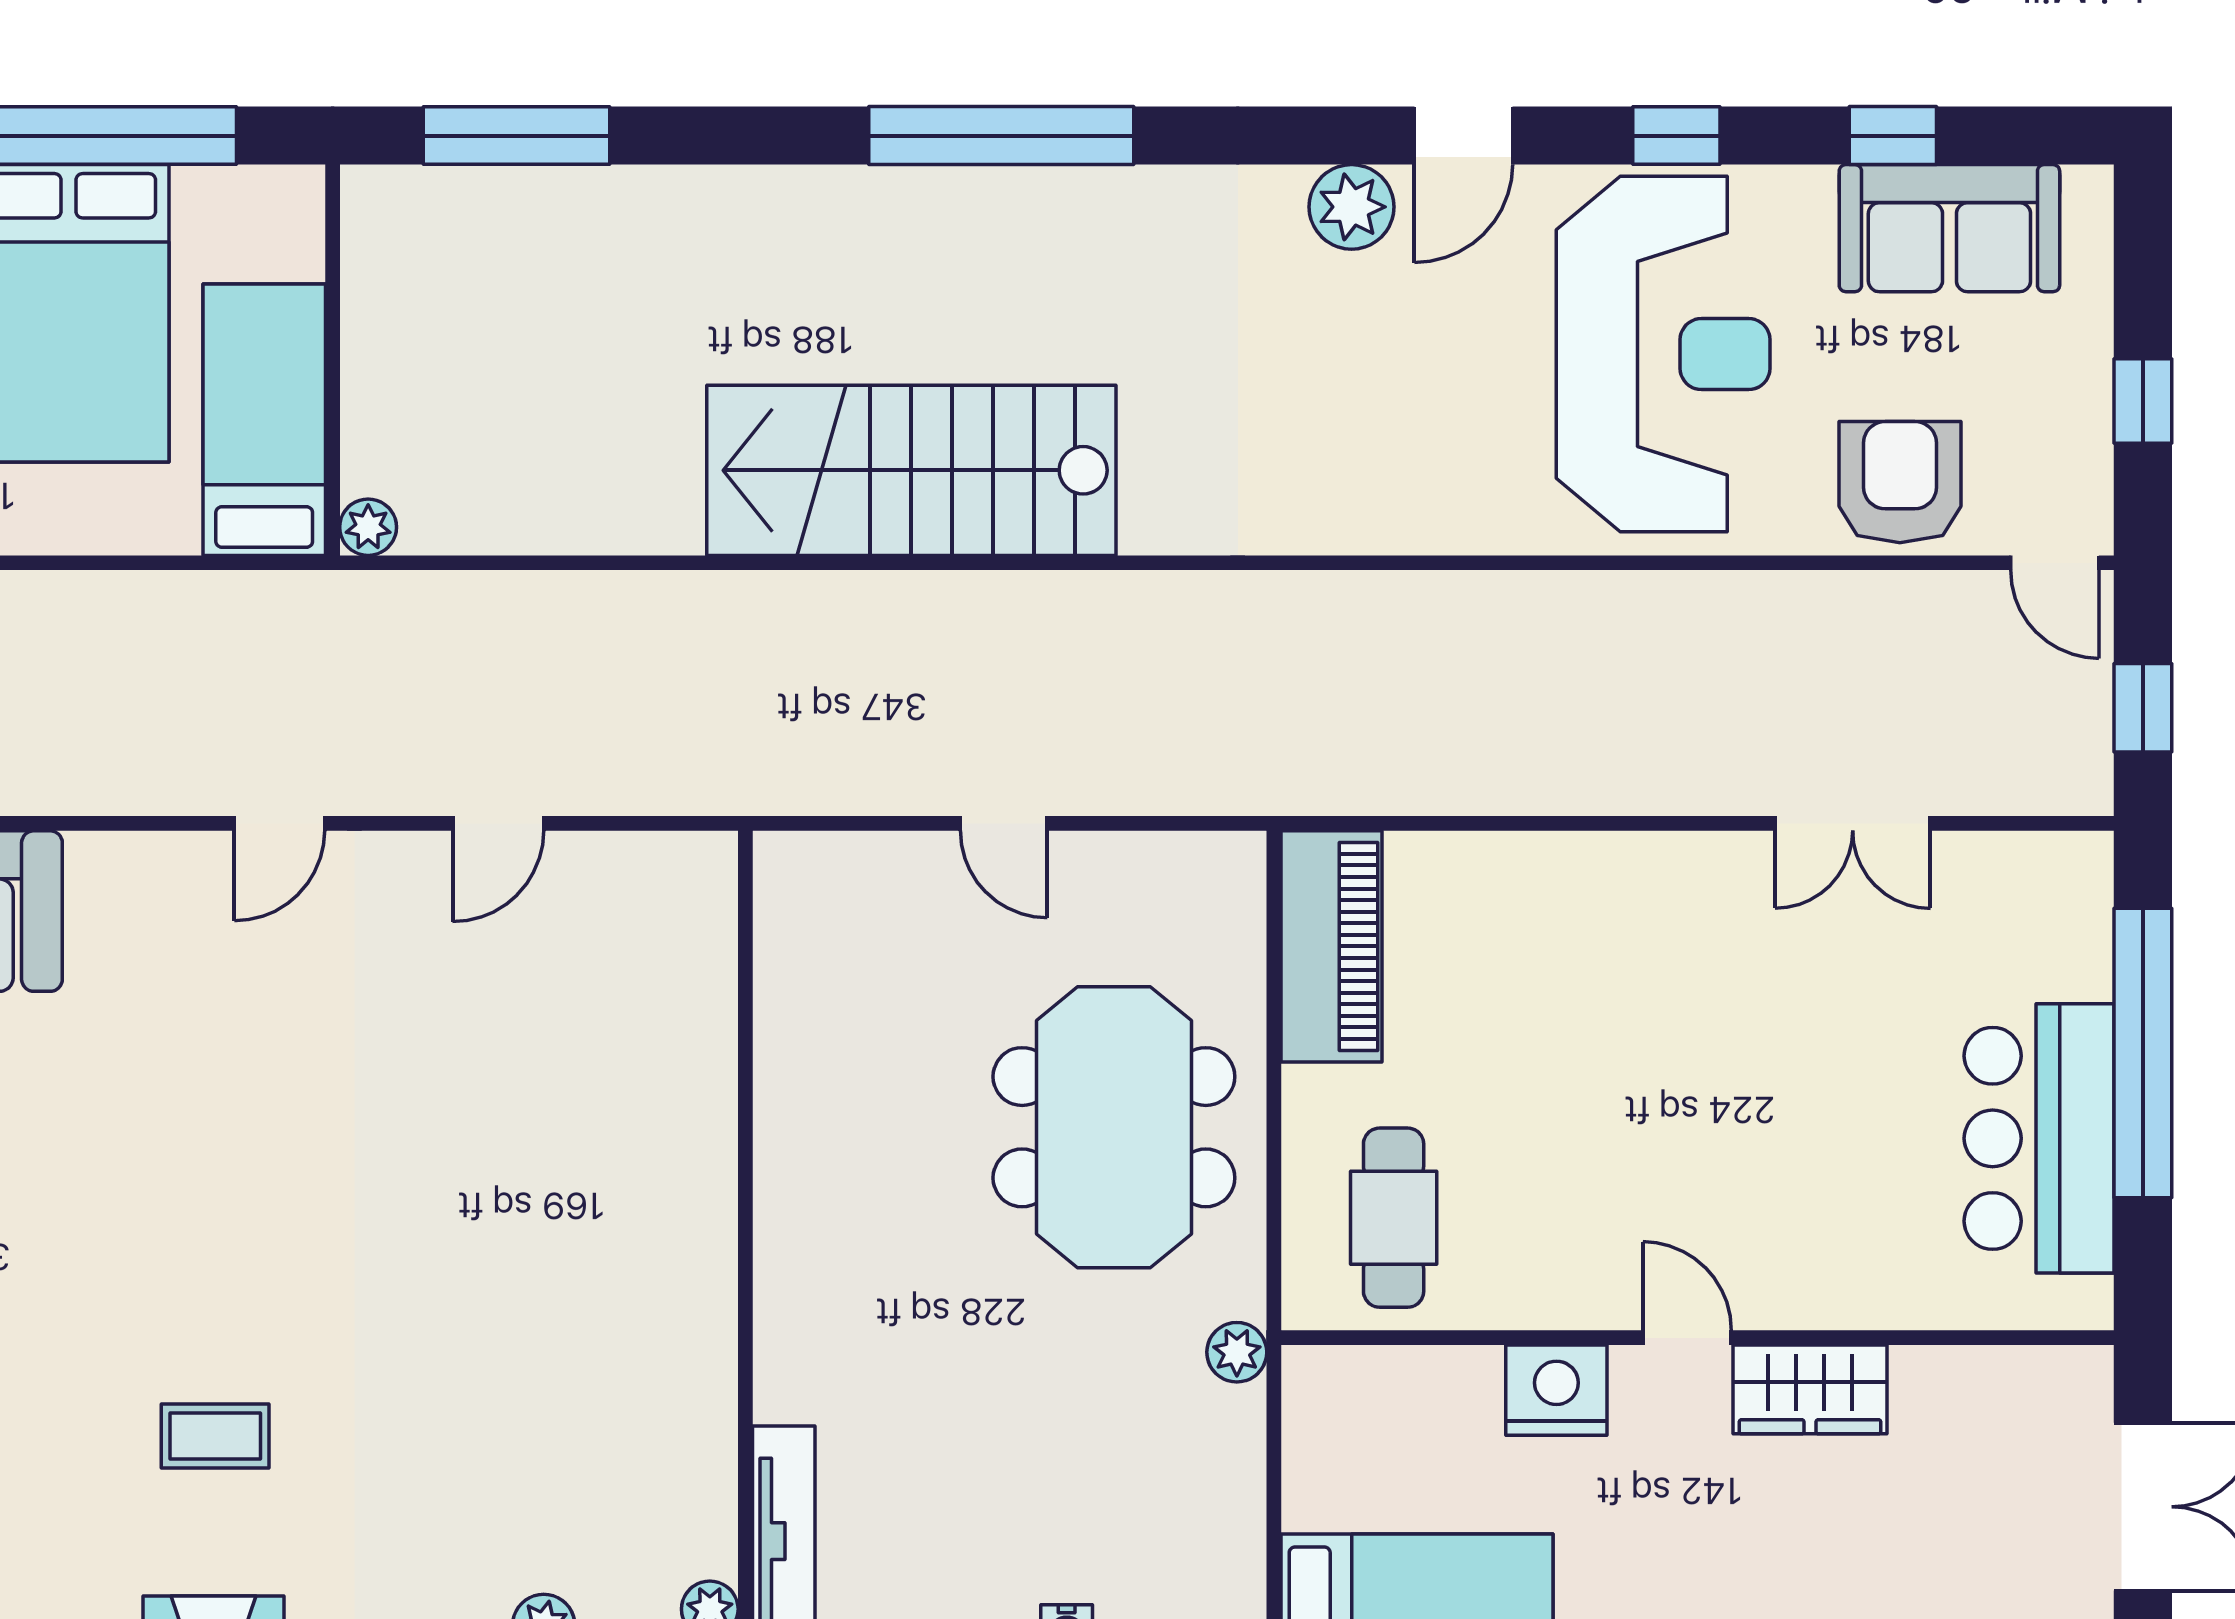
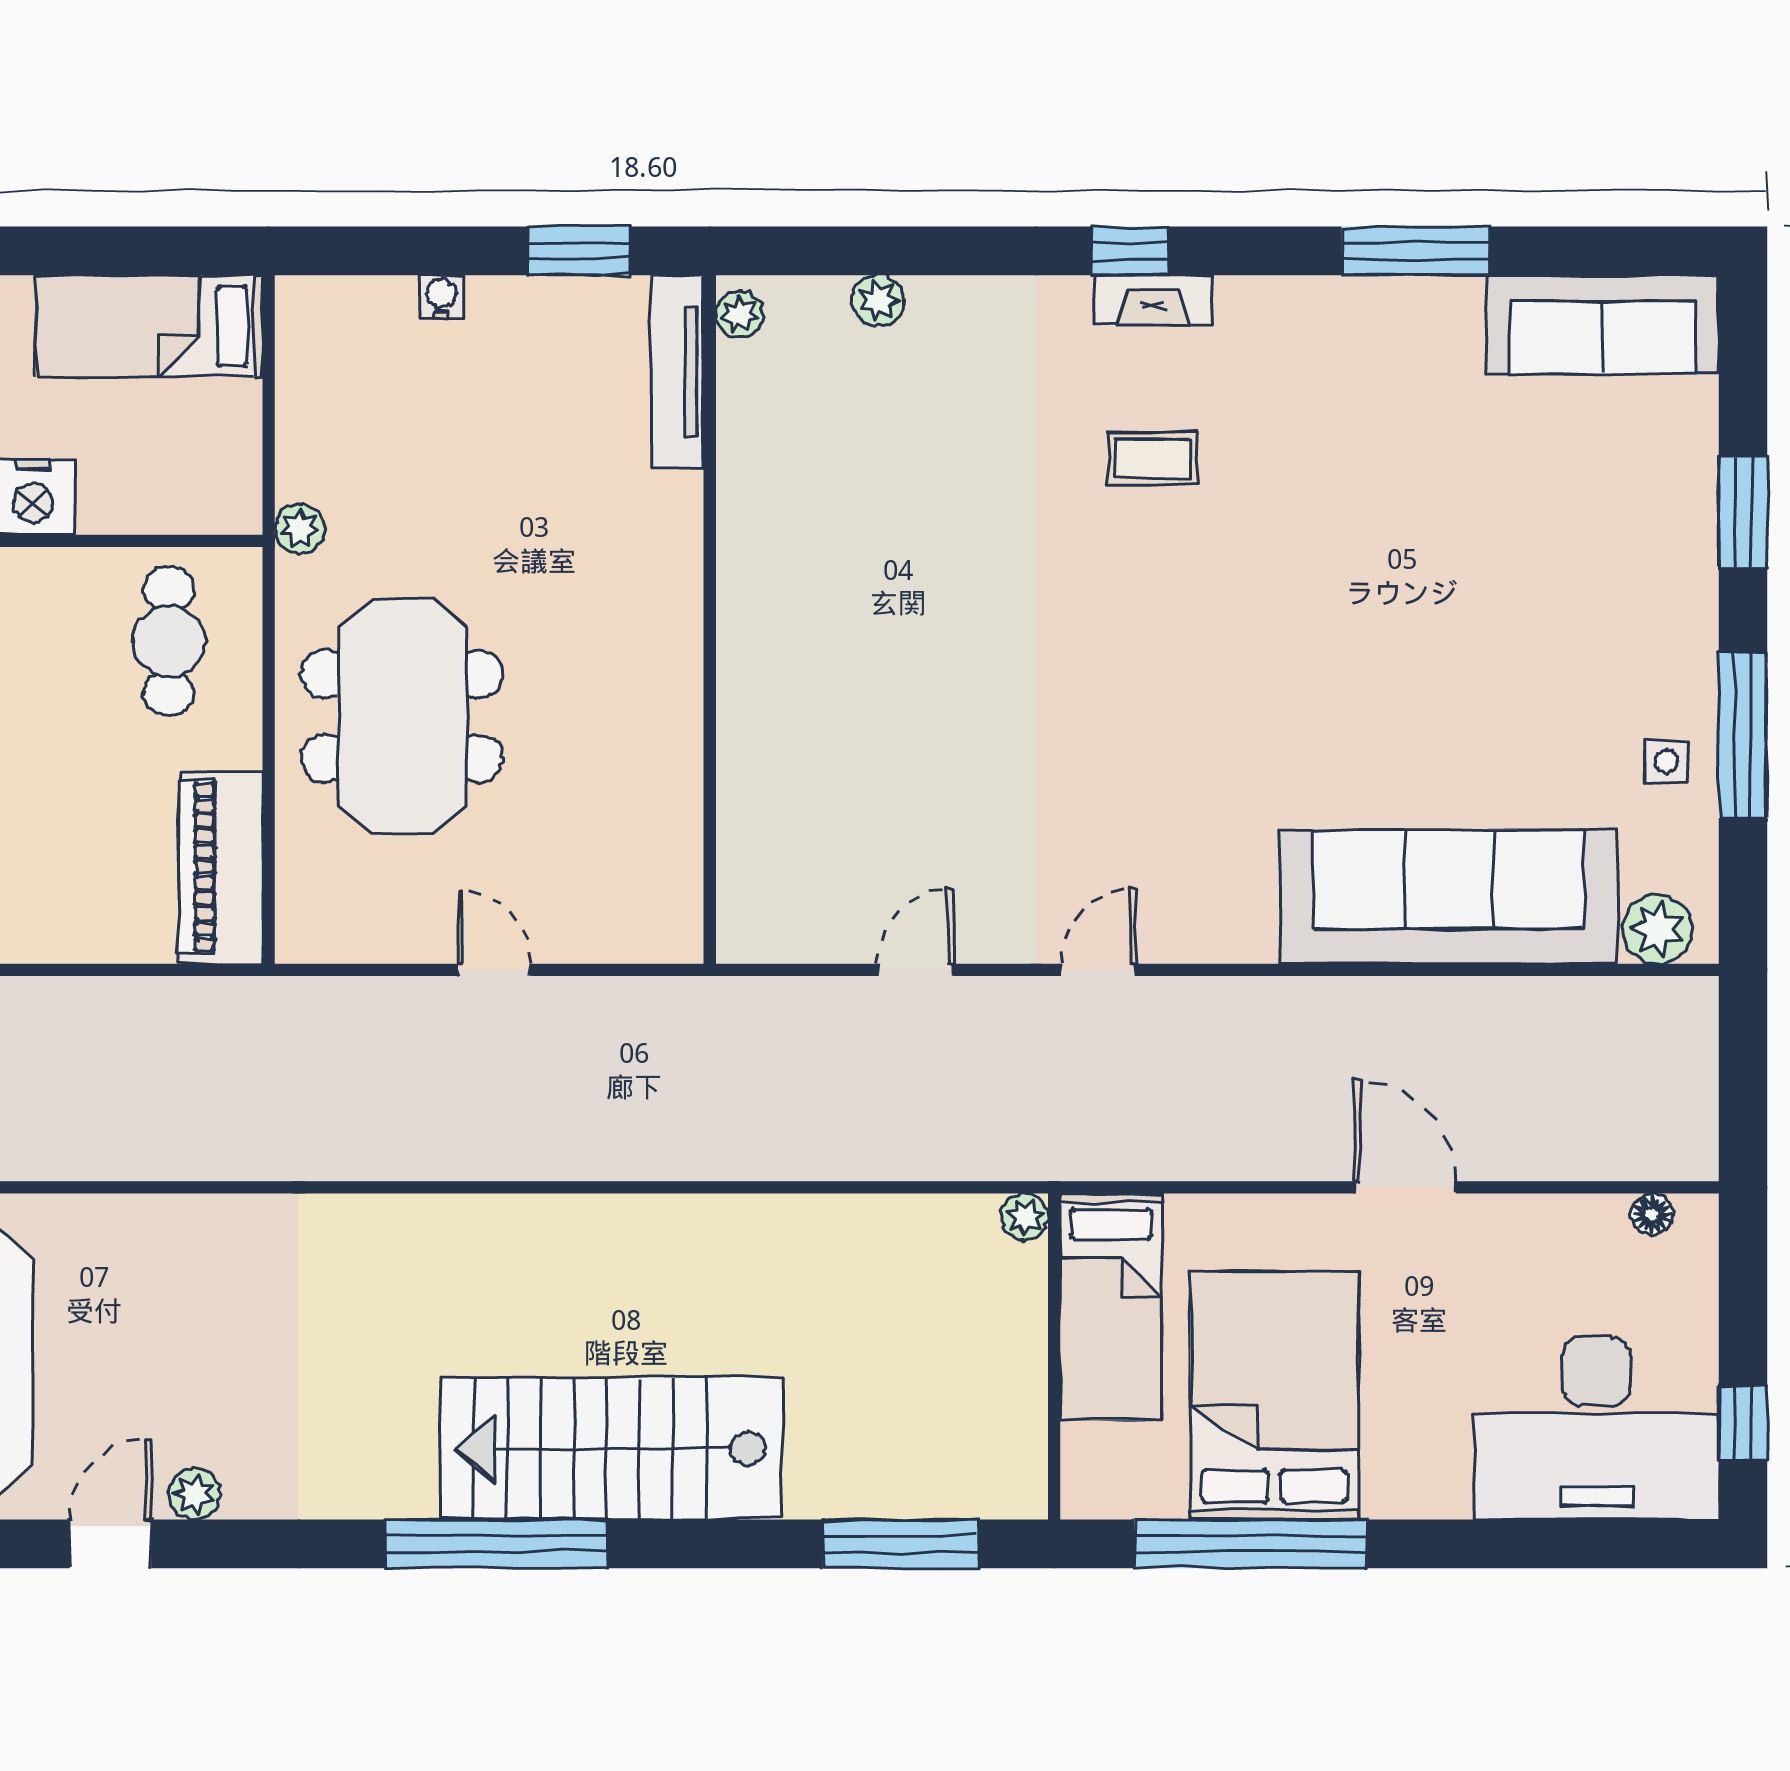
plant: (1352, 207) -> (194, 1494), width x0.73, depth x0.73
stairs: (911, 470) -> (611, 1449), moved, turned 180

